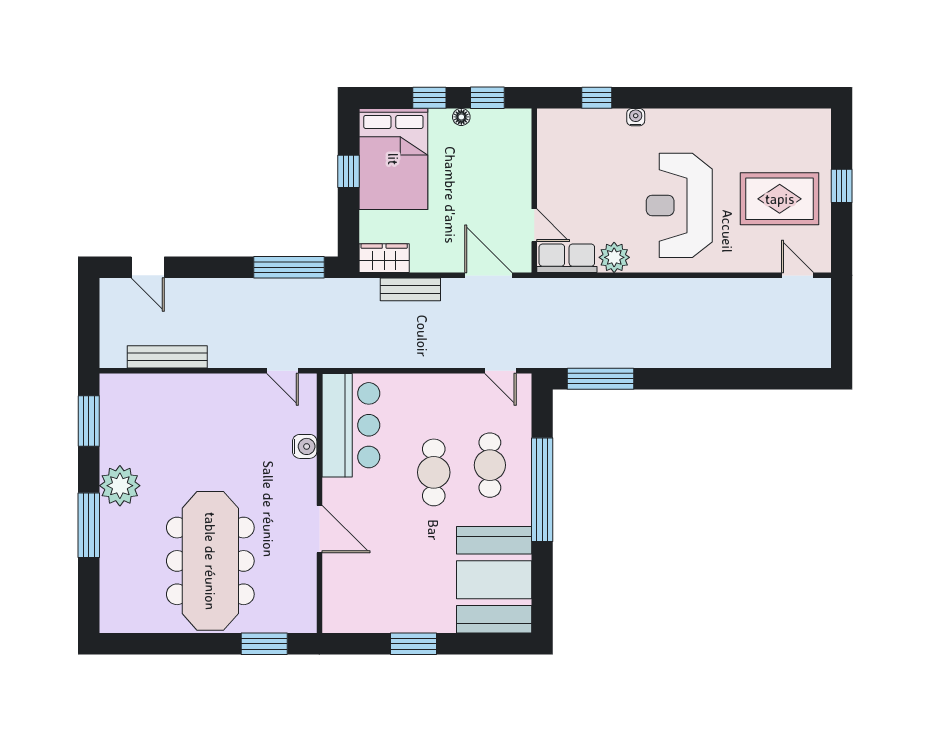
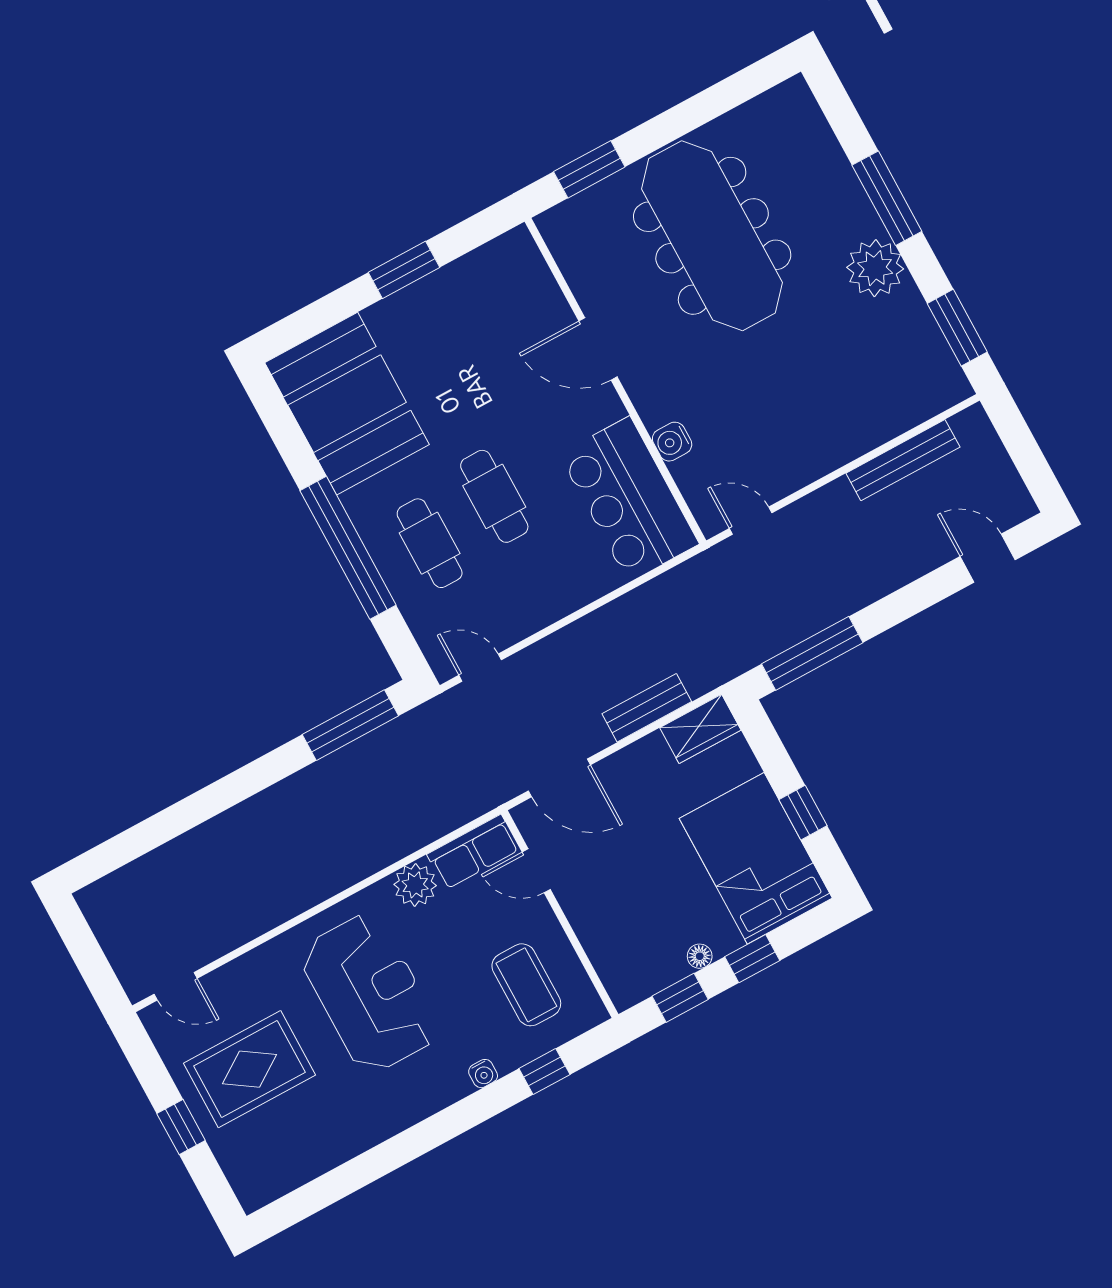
coffee table: (579, 158) -> (526, 985), added

